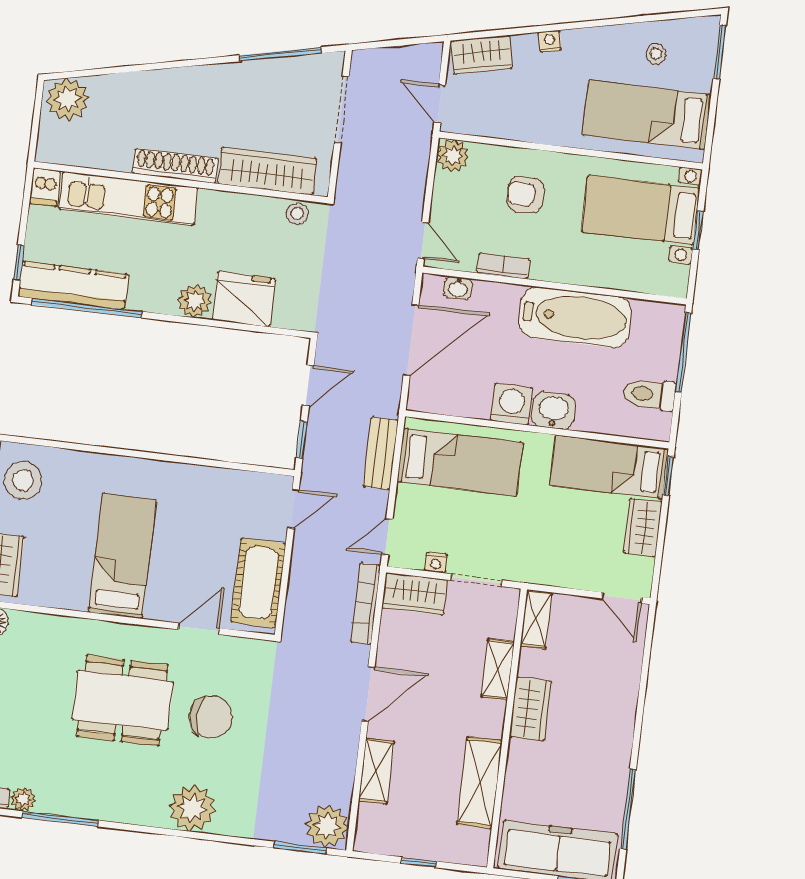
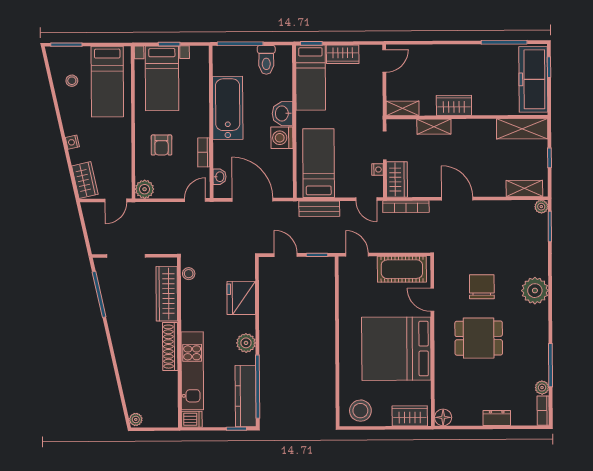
plant: (68, 99) -> (136, 419), width x0.53, depth x0.53
plant: (195, 301) -> (246, 343), moved
bed: (122, 556) -> (396, 349), width x2.04
dining table: (123, 701) -> (479, 338), width x0.73
shelving: (376, 771) -> (524, 188), moved
shelving: (480, 782) -> (522, 129), moved
plant: (327, 826) -> (541, 207), width x0.53, depth x0.53

